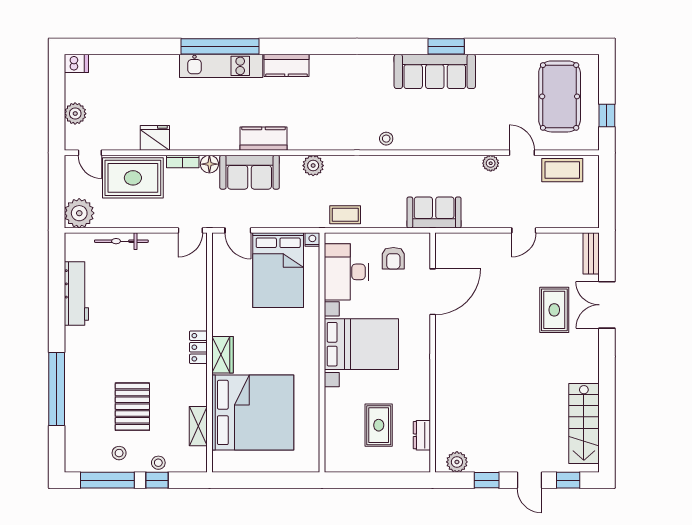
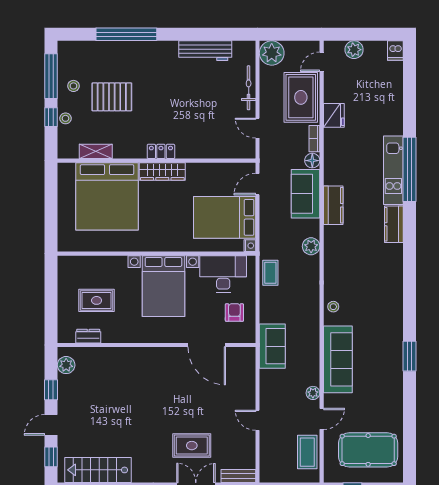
sofa: (435, 71) -> (338, 359), moved, turned 180
door: (190, 230) -> (257, 128), moved
armchair: (393, 258) -> (234, 313), turned 90
wardrobe: (223, 355) -> (162, 171), width x1.50

